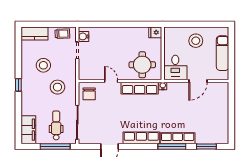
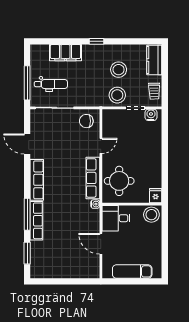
stool: (196, 41) -> (151, 215), moved
stool: (57, 87) -> (117, 95), moved
filing cabinet: (28, 130) -> (65, 53), moved

